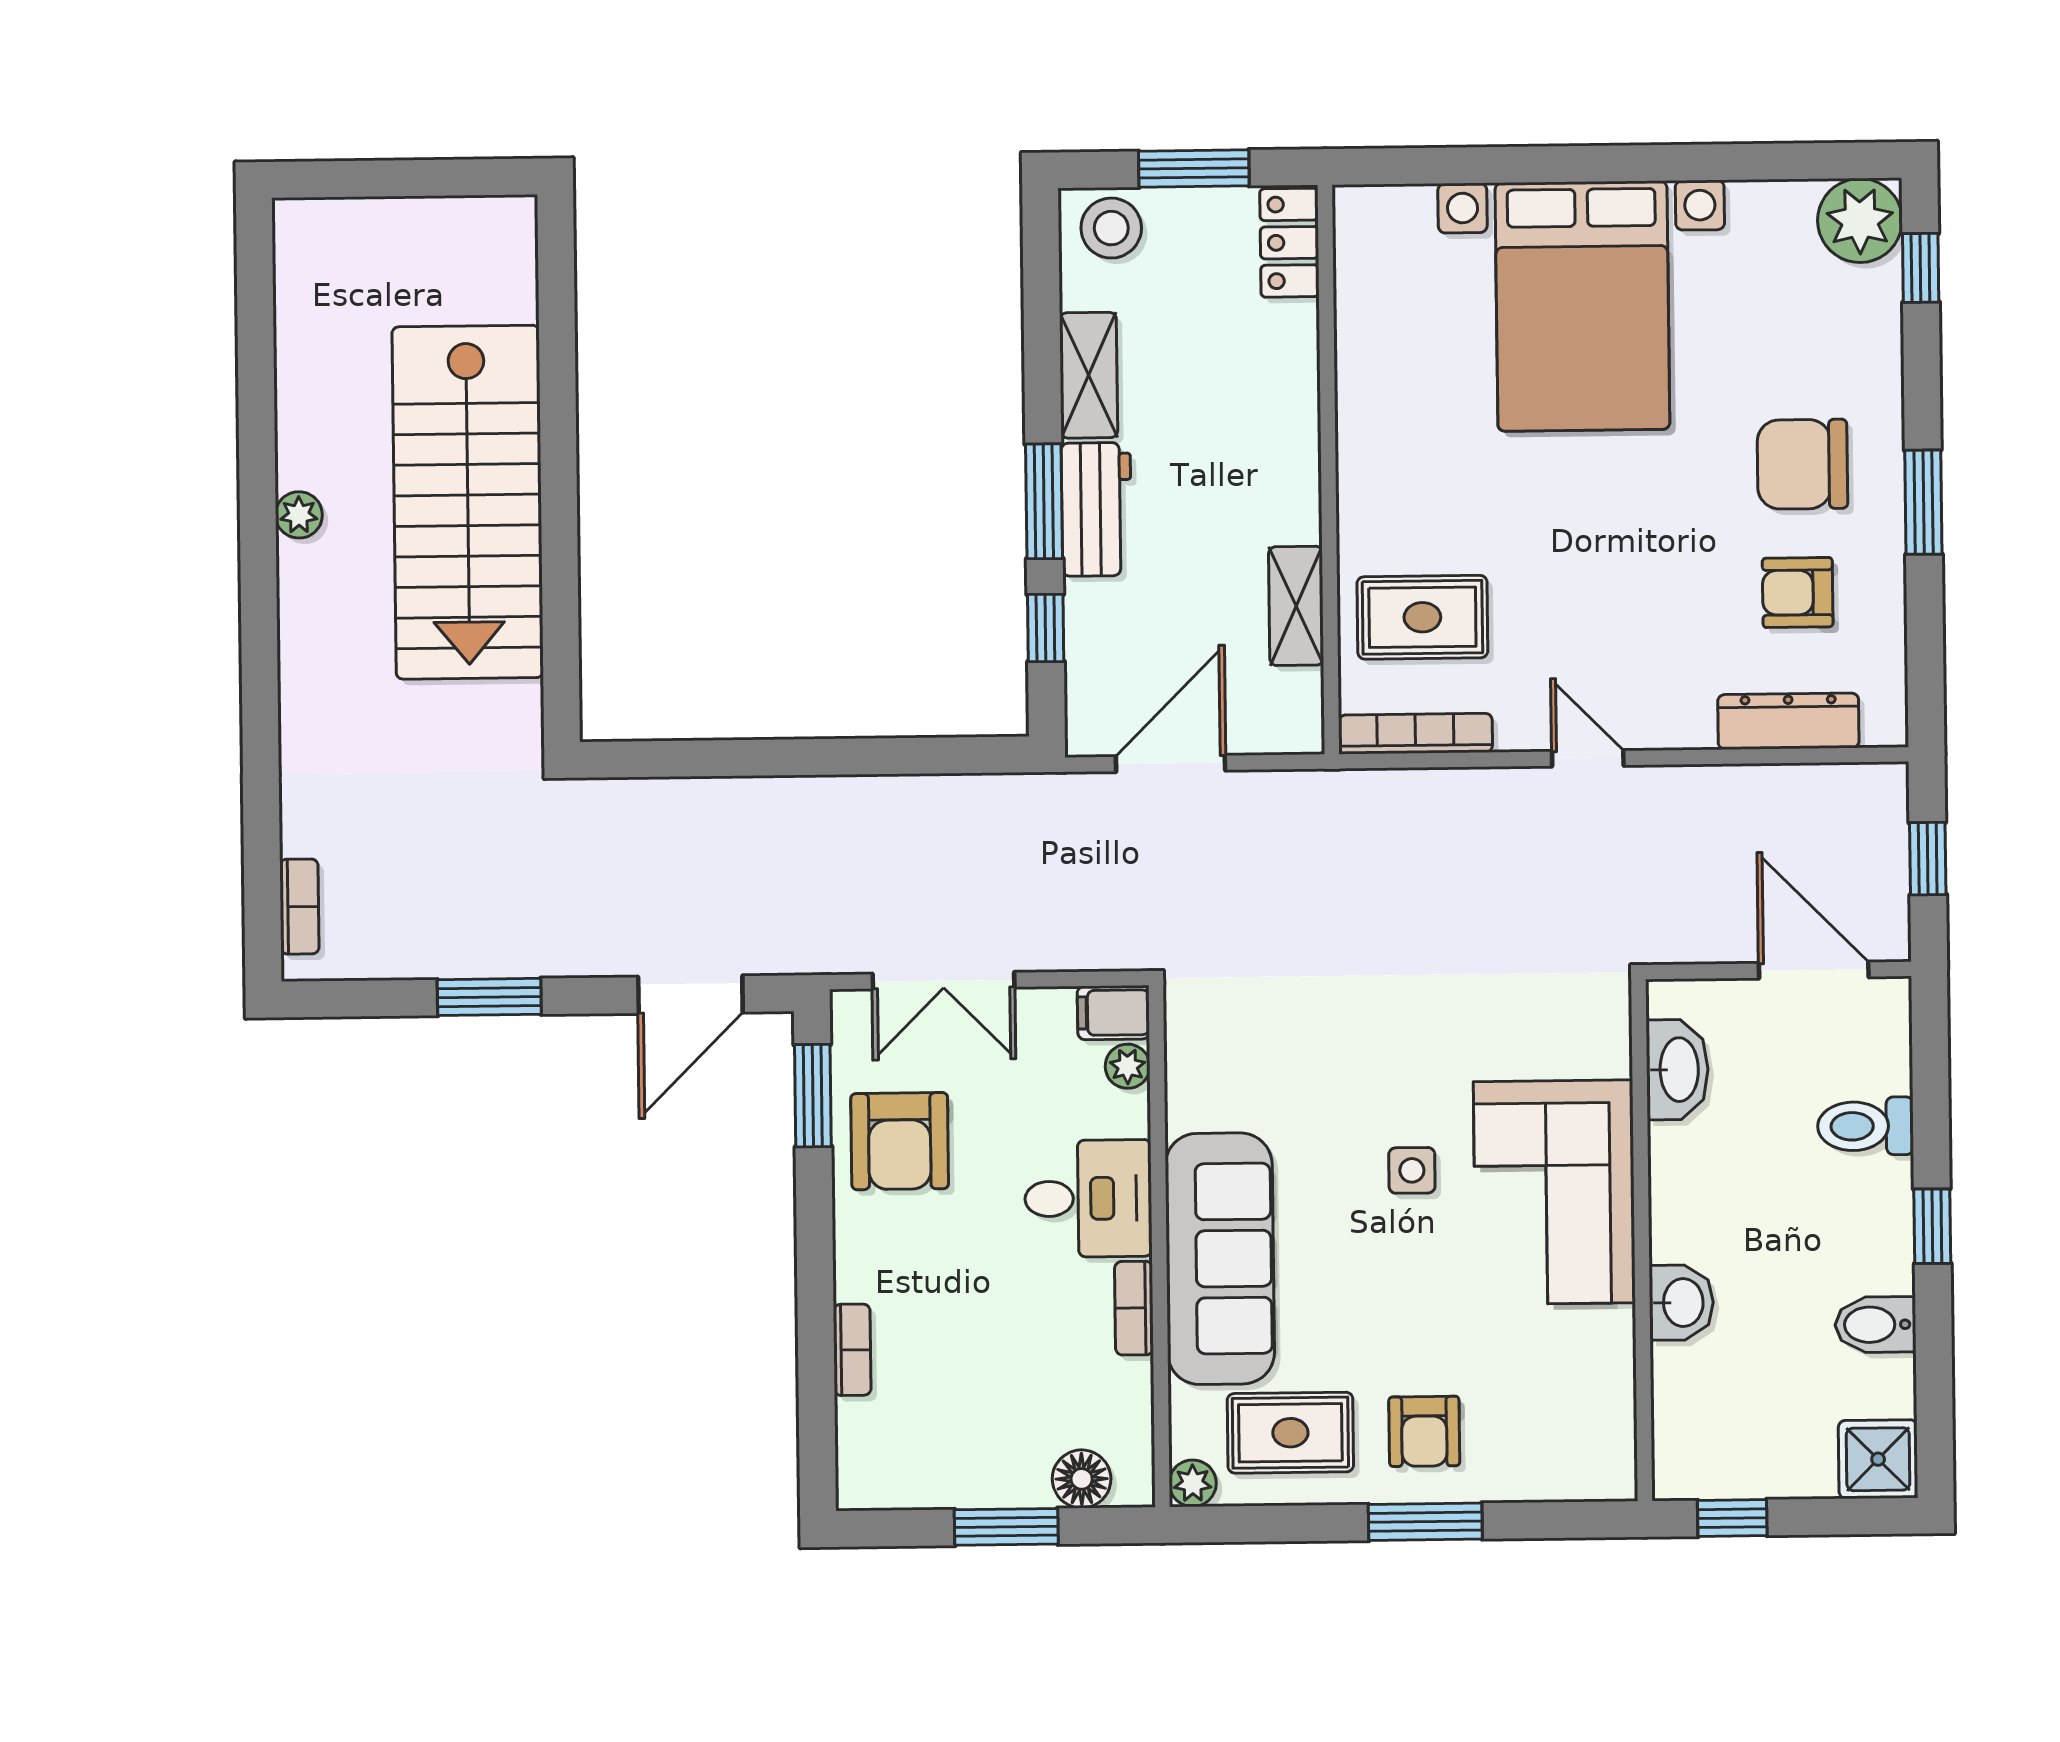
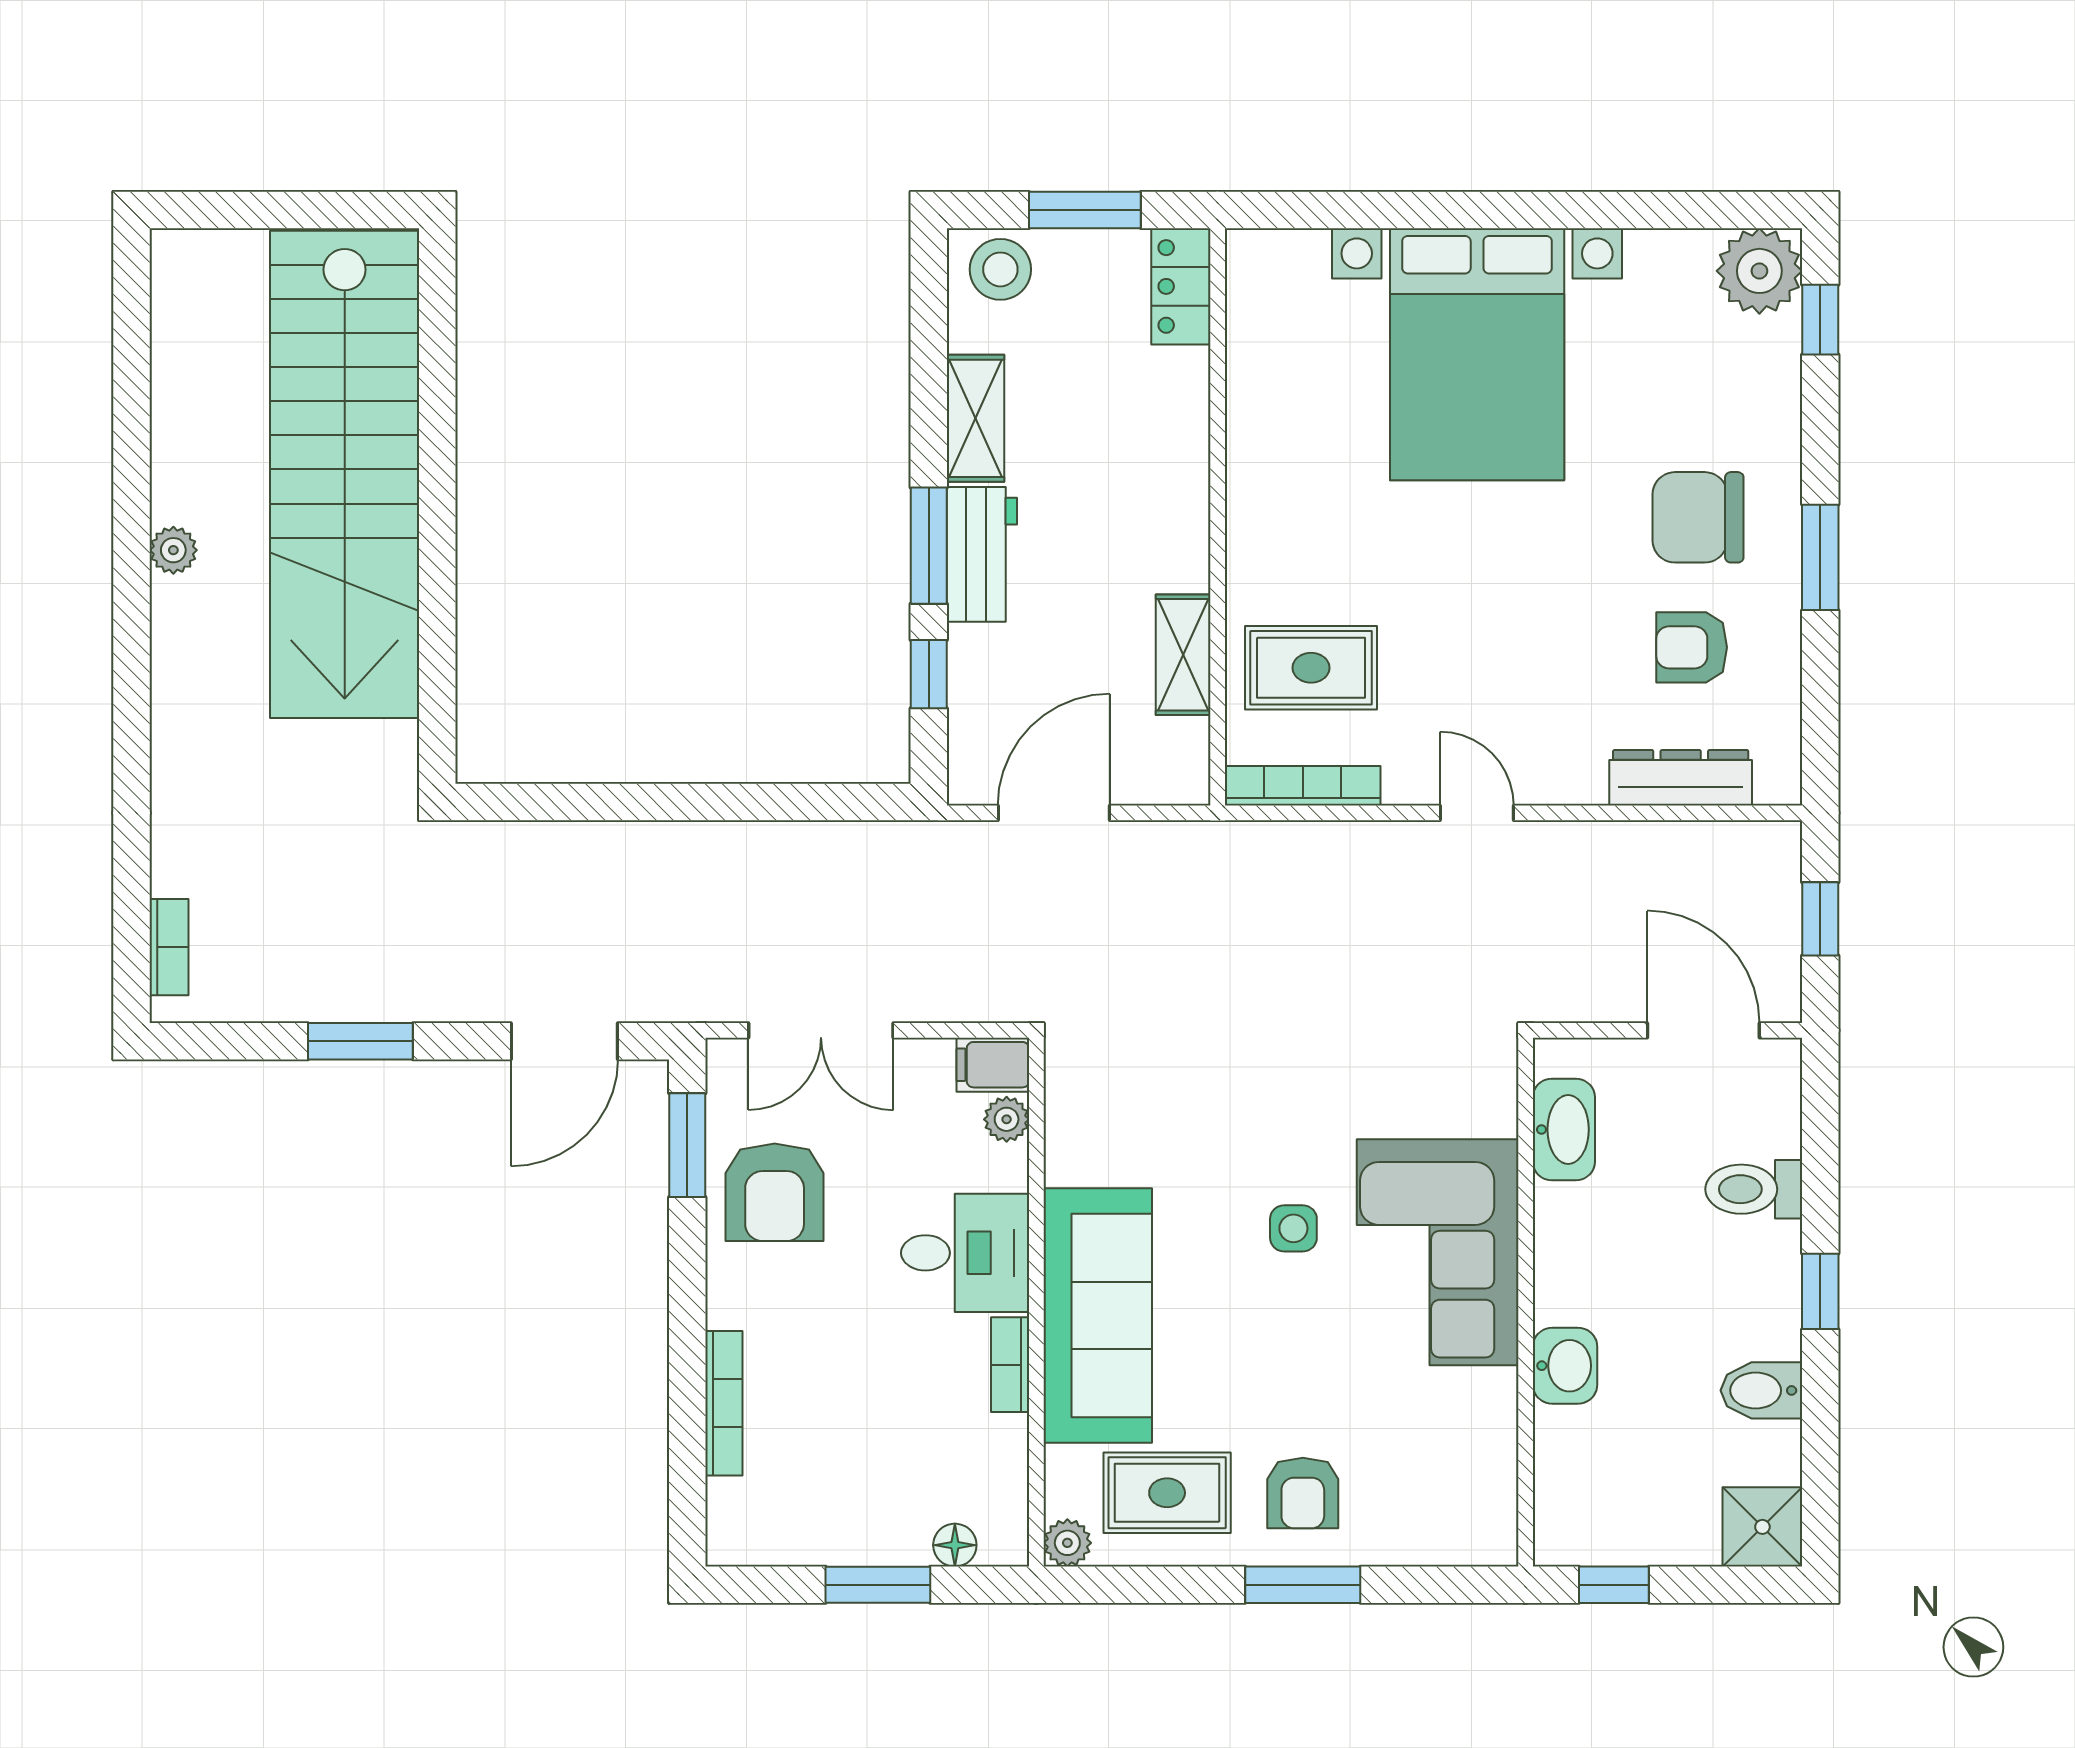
stairs: (468, 502) -> (345, 474), width x1.36
bookcase: (852, 1350) -> (724, 1403), width x1.56
floor lamp: (1082, 1479) -> (955, 1545), width x0.73, depth x0.73

